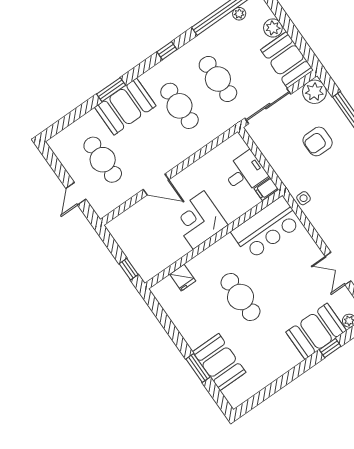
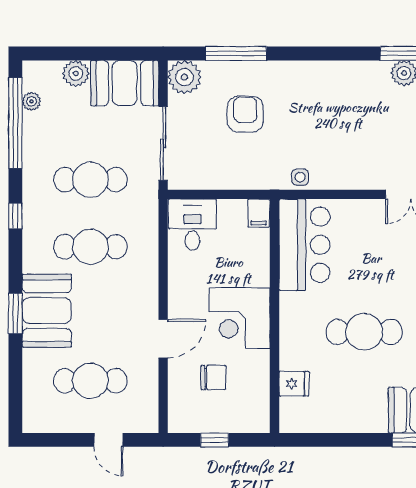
armchair: (318, 141) -> (245, 114), turned 180
desk: (245, 173) -> (192, 225), moved
chair: (154, 229) -> (213, 377), added
window: (129, 269) -> (215, 440), moved

